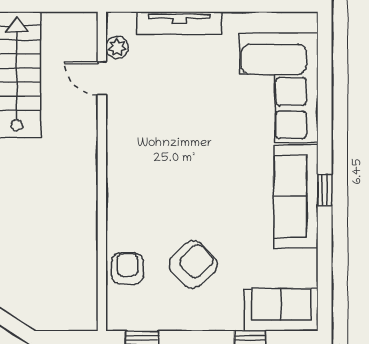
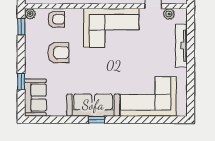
corner sofa: (144, 161) -> (111, 28), added
armchair: (193, 265) -> (58, 53), turned -46
plant: (117, 320) -> (30, 14), added

